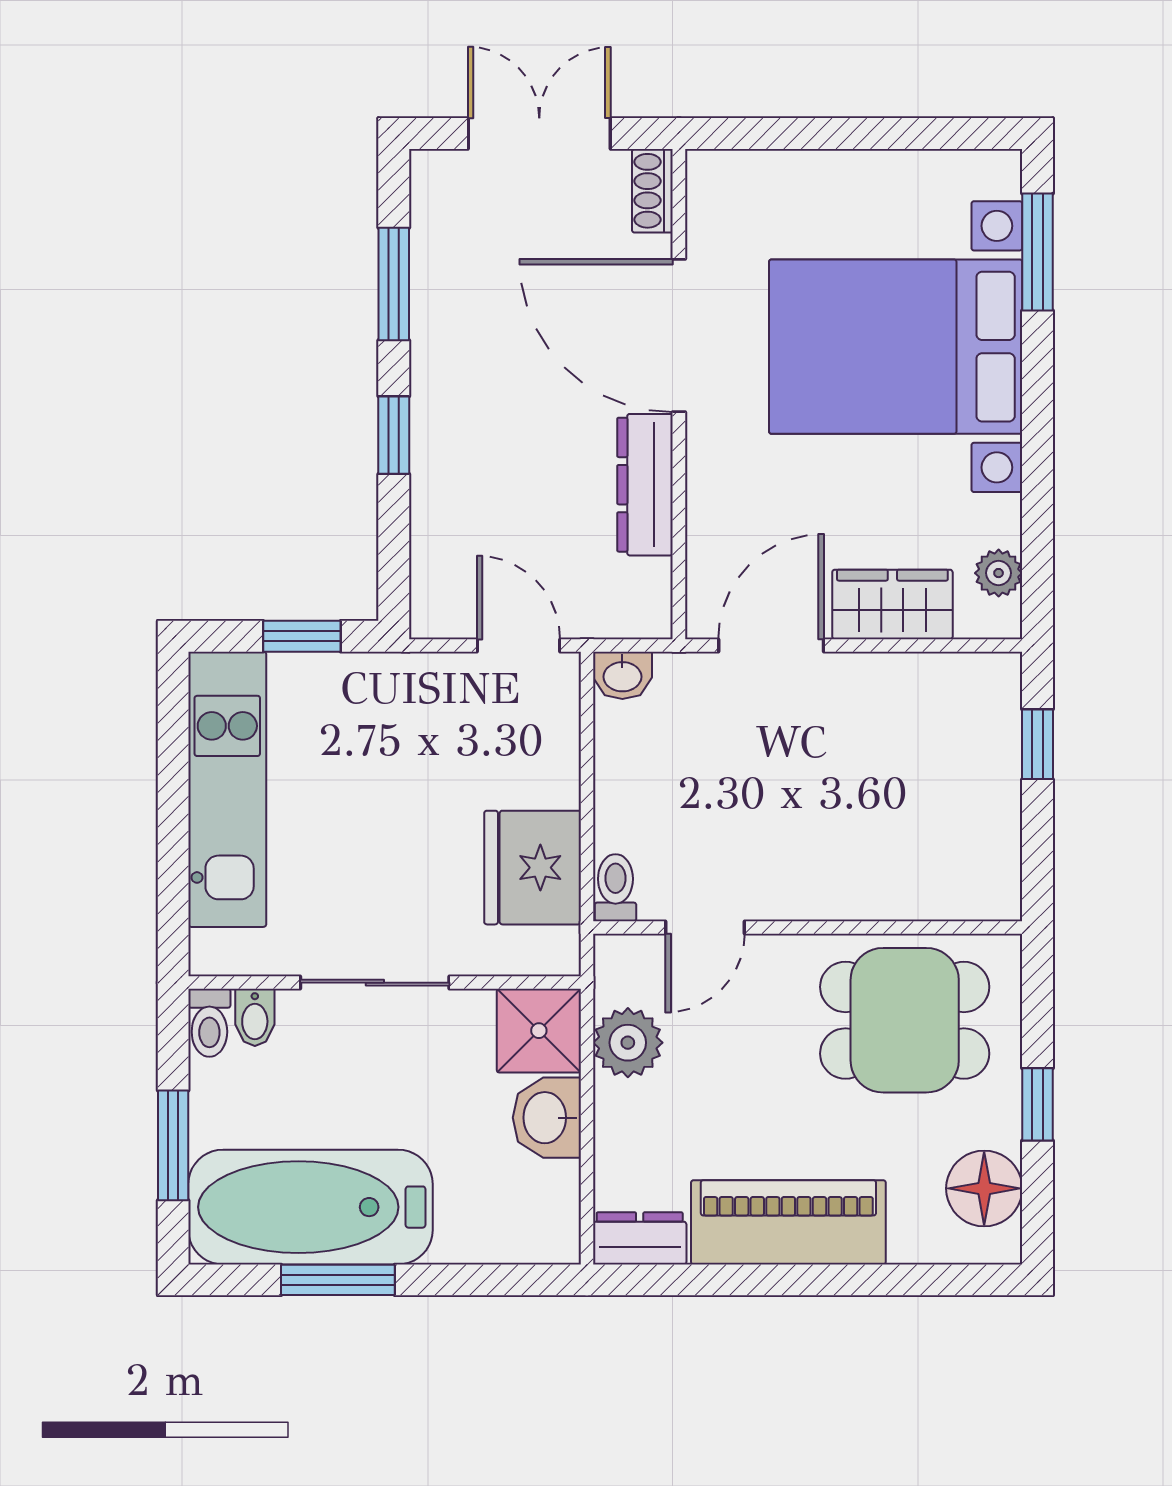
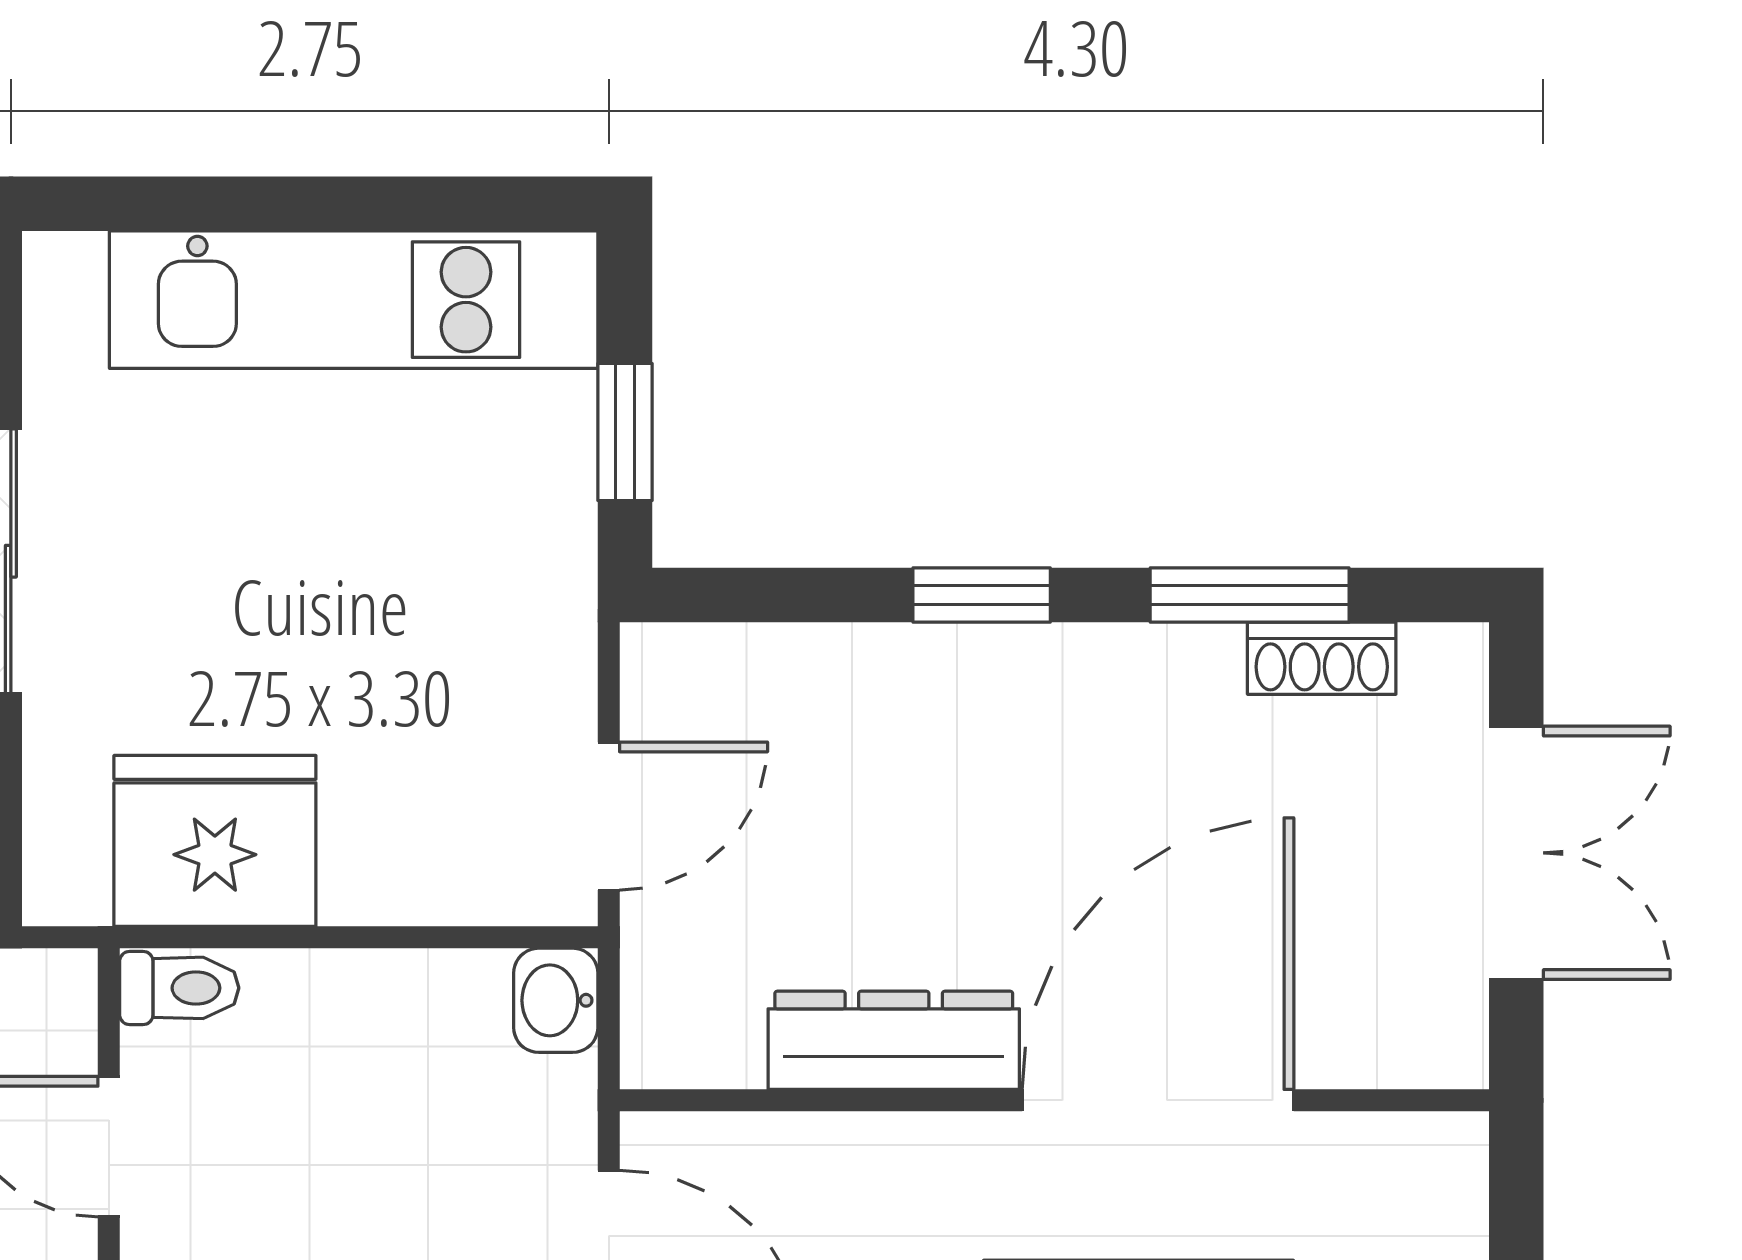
shoe rack: (652, 191) -> (1322, 658), moved, turned 180

